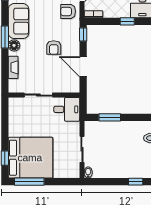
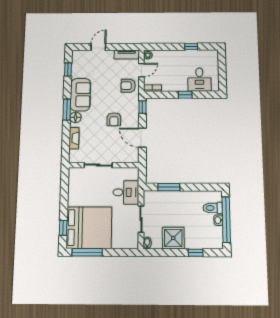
desk: (67, 109) -> (126, 192), moved
shower: (114, 168) -> (173, 238), added

